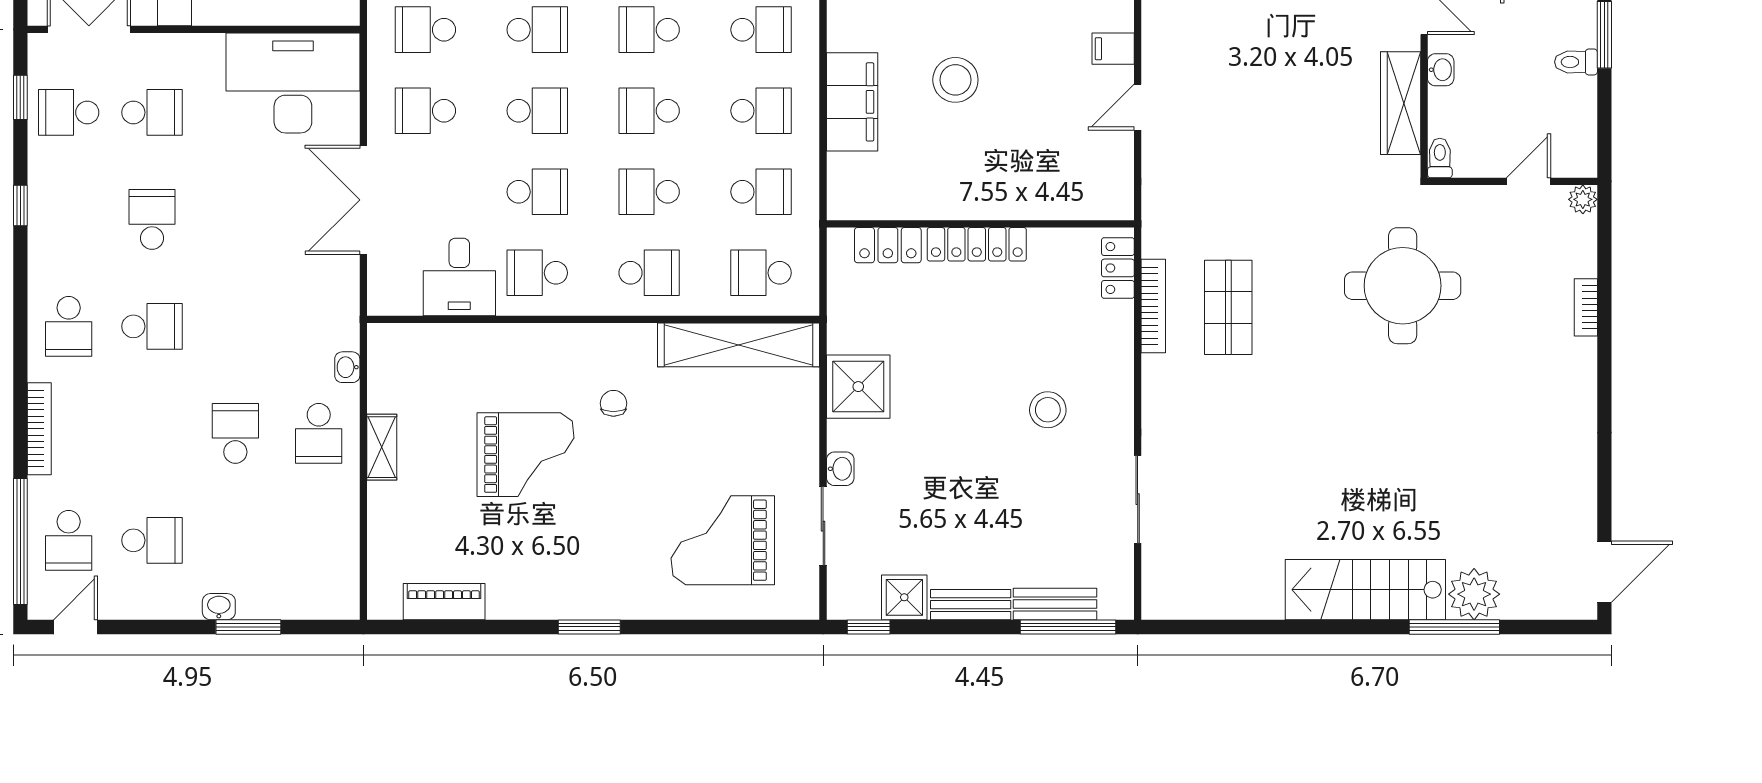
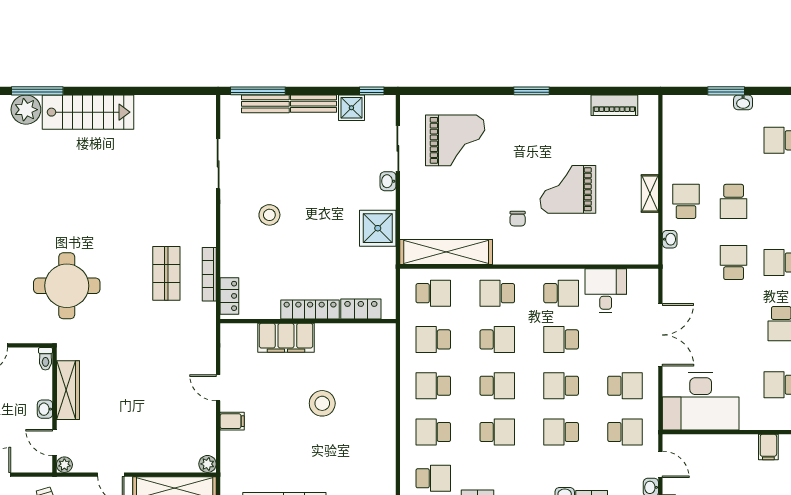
filing cabinet: (852, 102) -> (286, 338), moved, turned -90
door: (1138, 107) -> (218, 388), swing flipped
school desk: (235, 326) -> (734, 263), added

